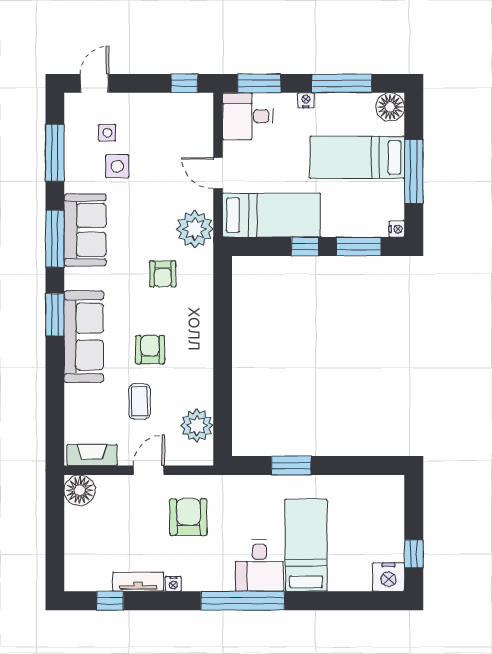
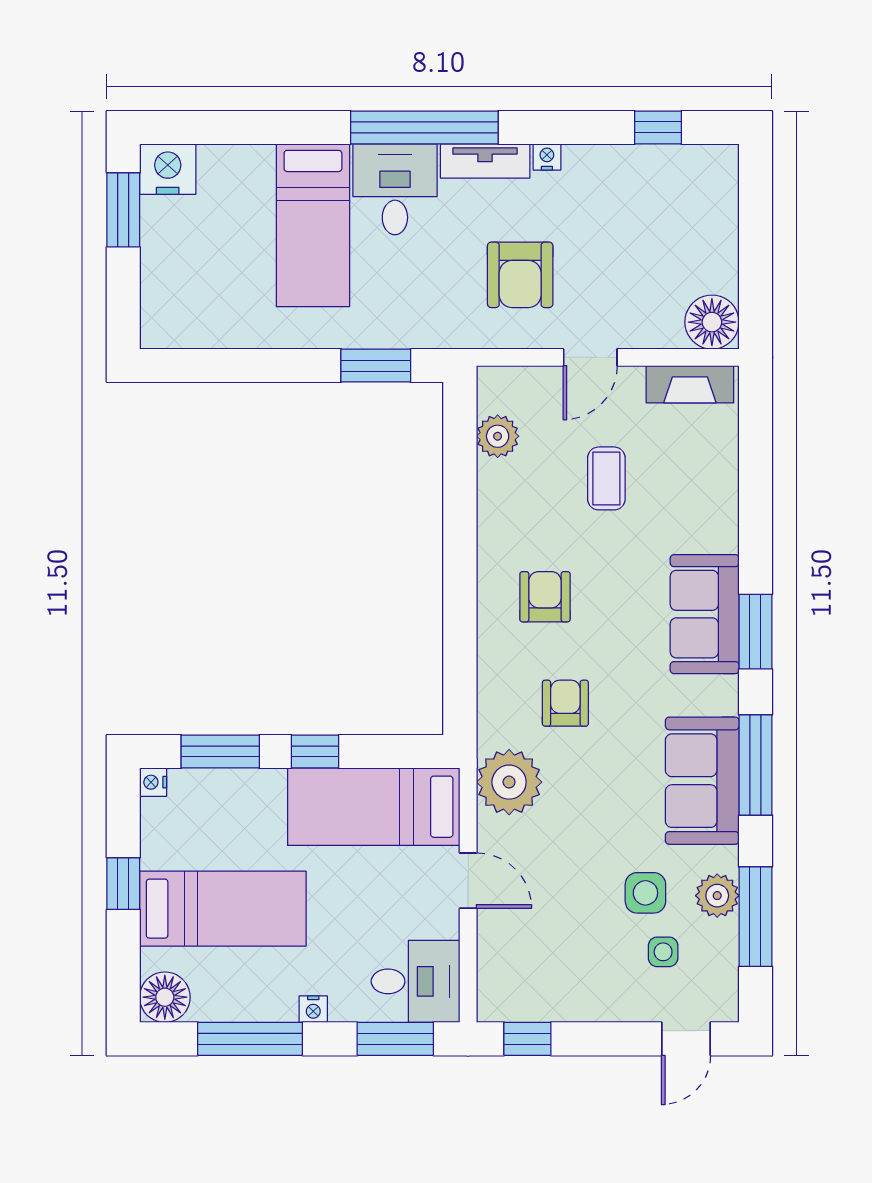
plant: (77, 165) -> (717, 896), added
window: (414, 171) -> (123, 884), width x0.46
sofa: (84, 337) -> (705, 614), width x0.73
armchair: (150, 350) -> (545, 597), moved, turned 180
plant: (197, 425) -> (498, 436), width x0.73, depth x0.73
window: (291, 466) -> (376, 366), moved
window: (414, 554) -> (123, 210), width x1.50
tv unit: (138, 582) -> (485, 161), moved

